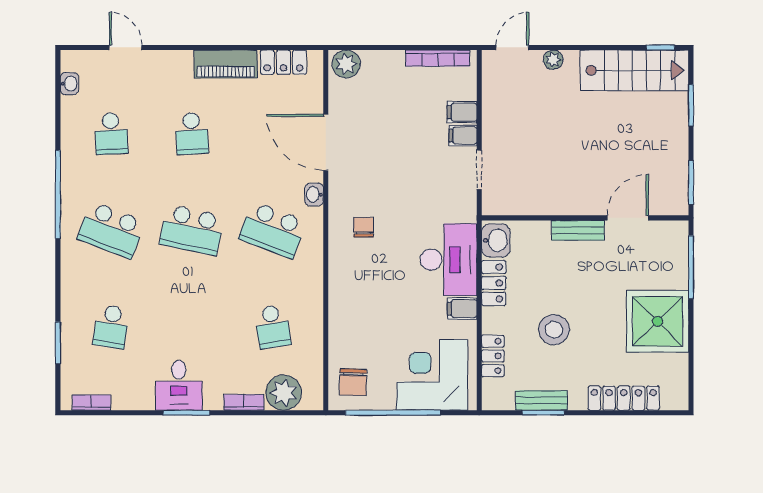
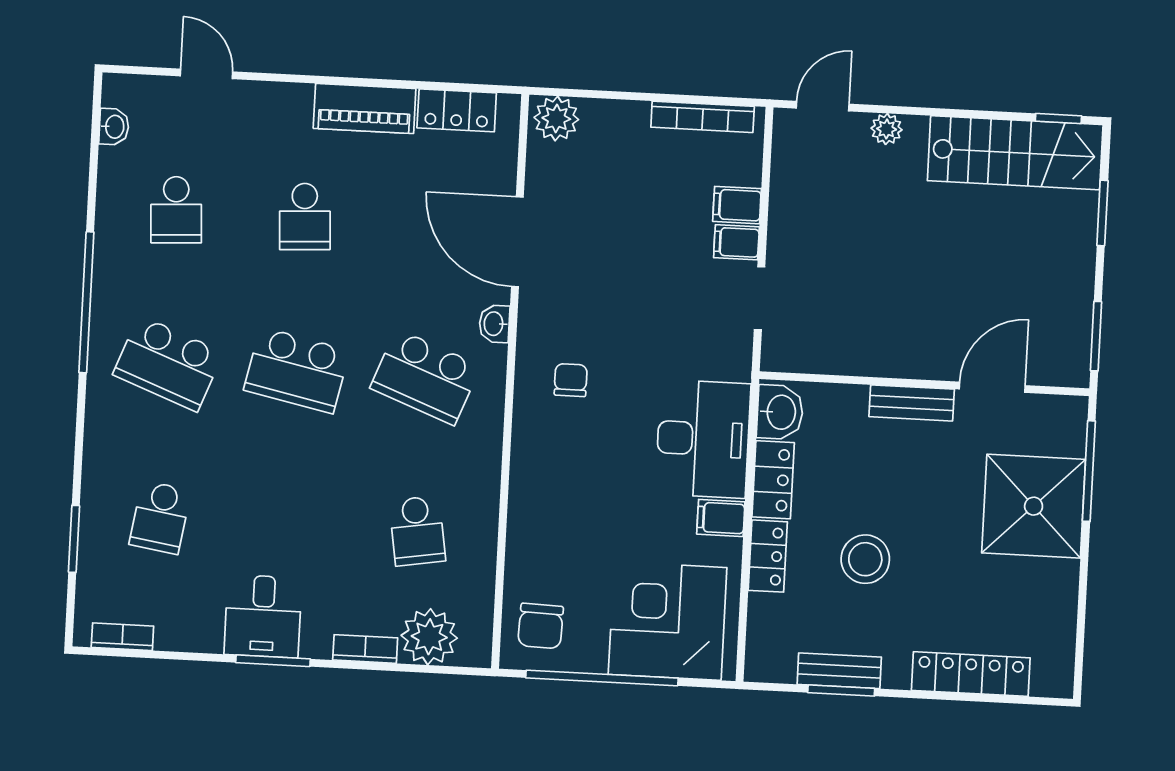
shower: (658, 321) -> (1034, 506), moved
locker: (493, 356) -> (768, 556), moved

